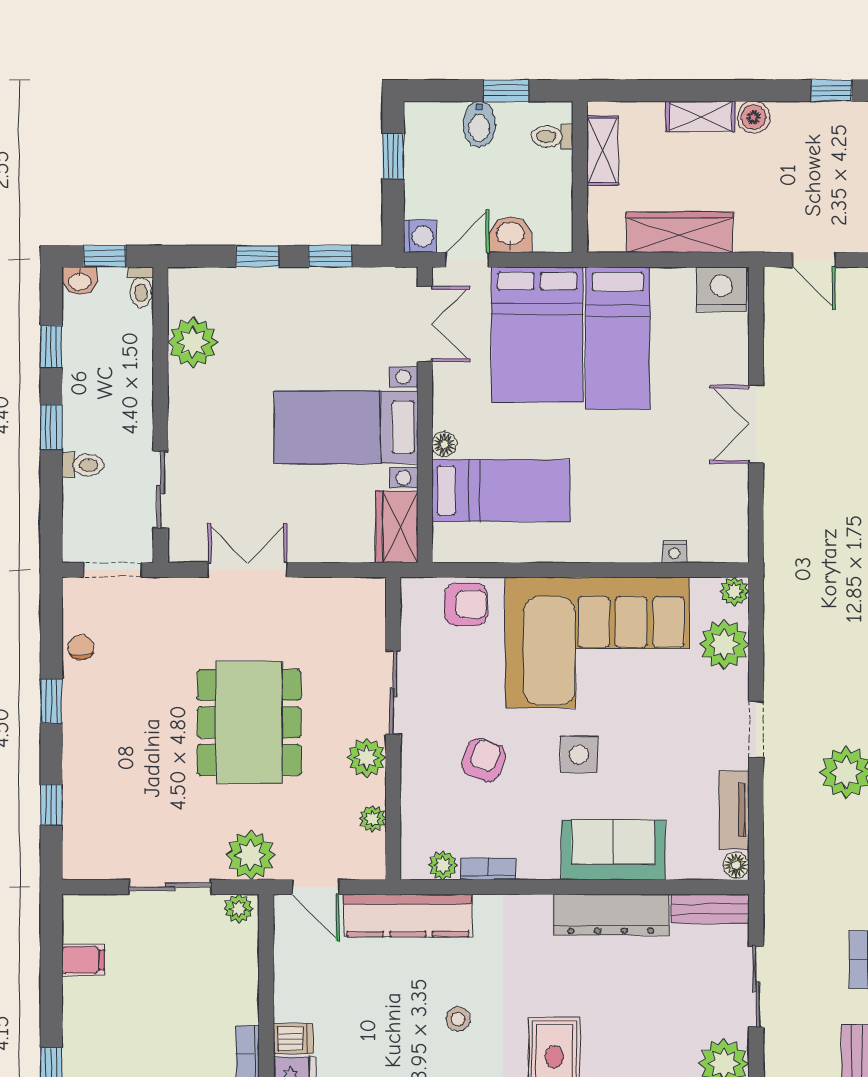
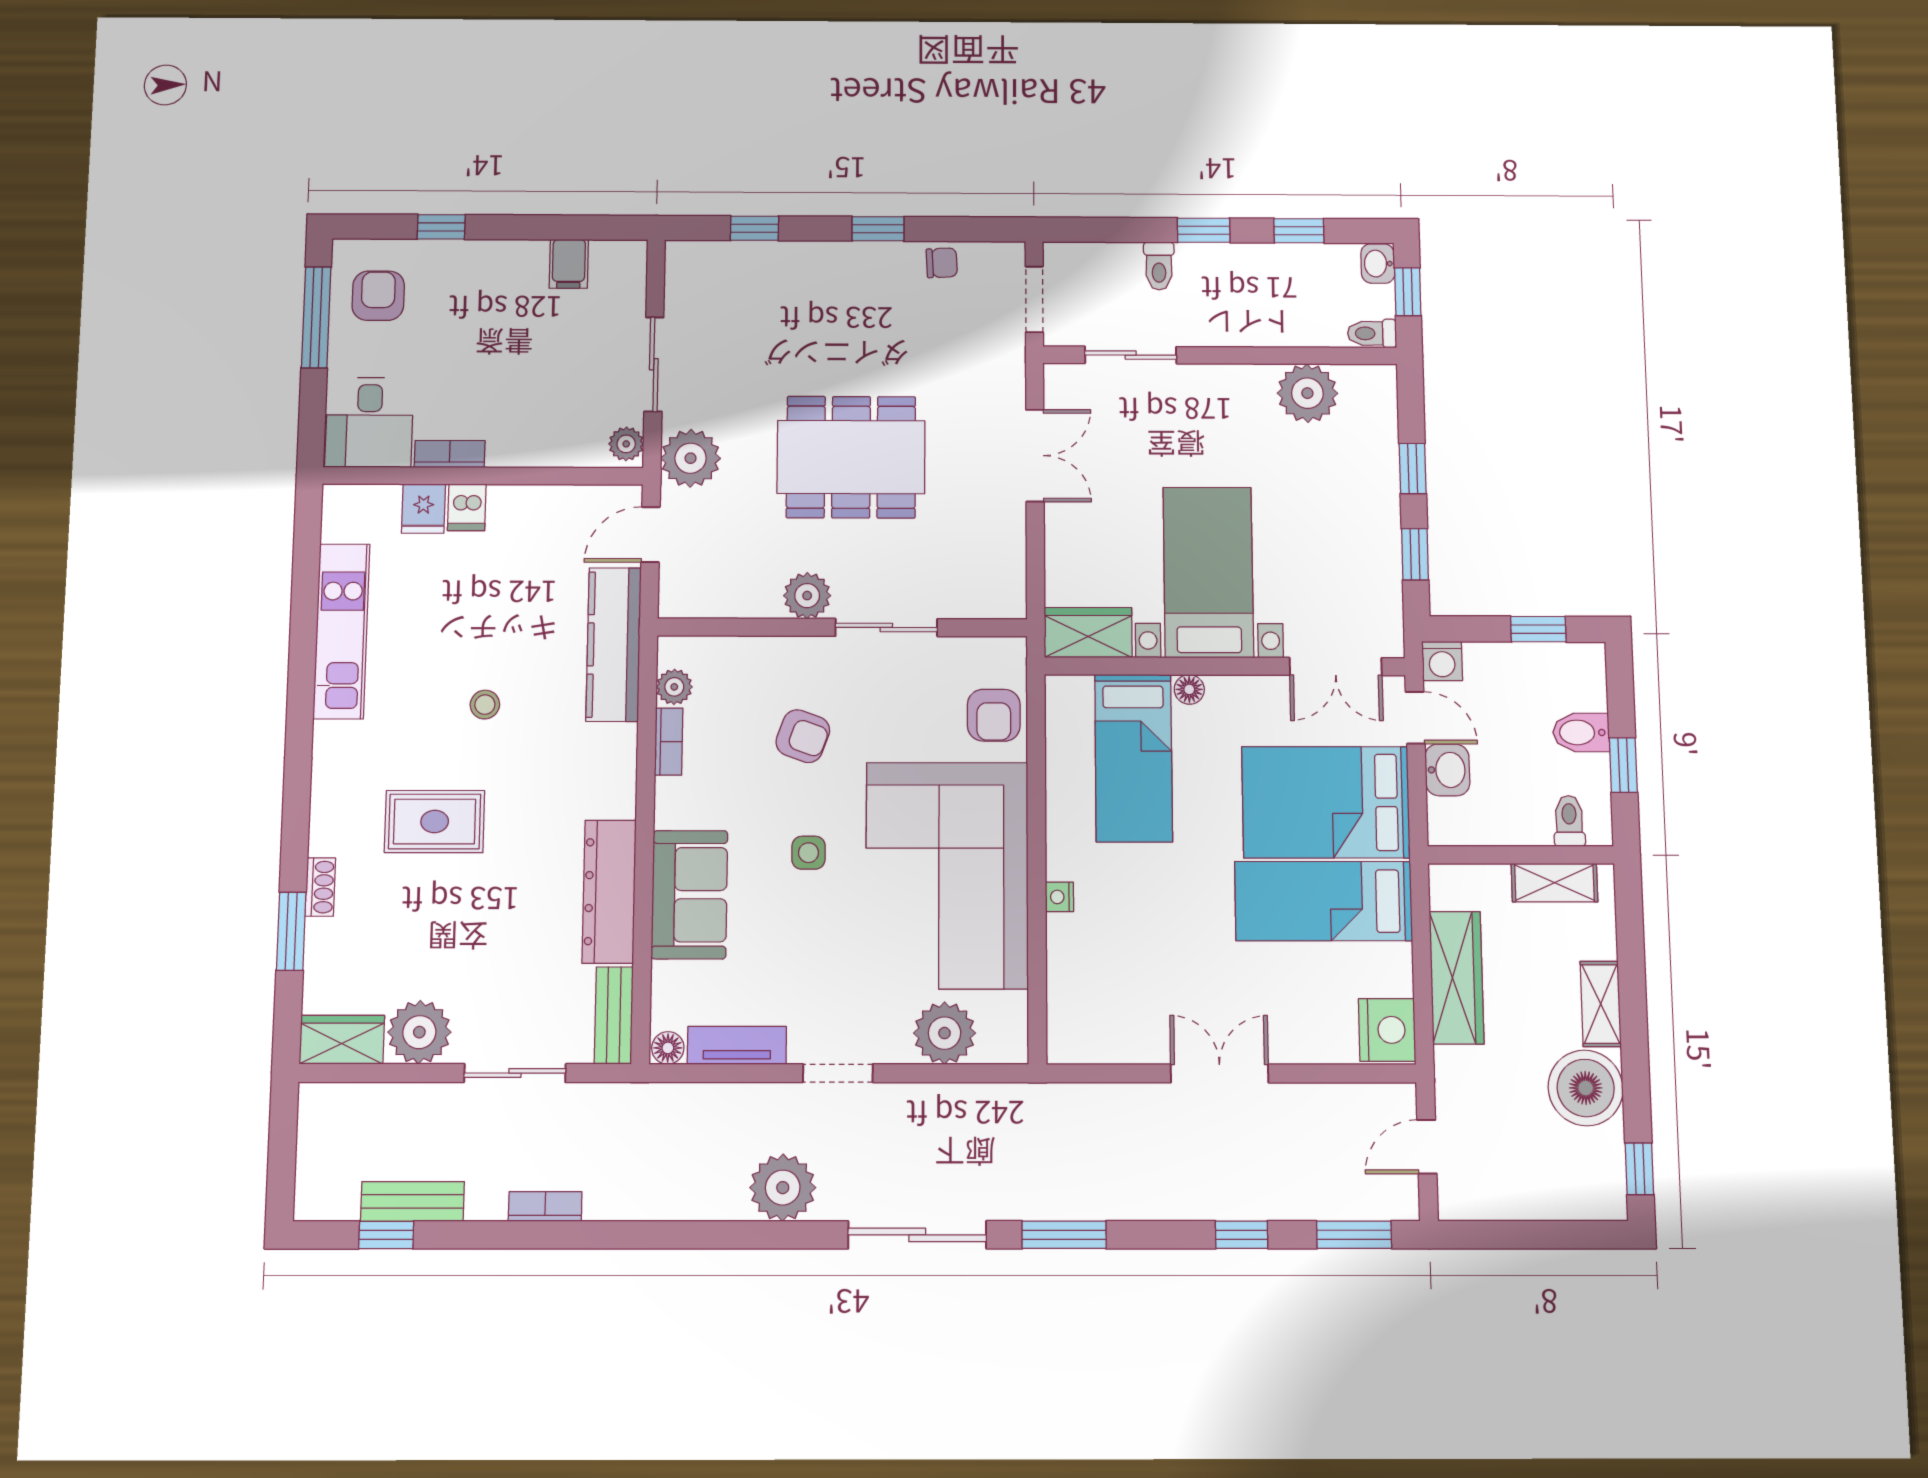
boiler: (754, 117) -> (1586, 1088), width x1.86, depth x1.86
nightstand: (675, 552) -> (1059, 897), moved
plant: (734, 591) -> (1011, 1046), removed
side table: (579, 754) -> (808, 853), width x0.73, depth x0.73
plant: (373, 819) -> (733, 603), removed

